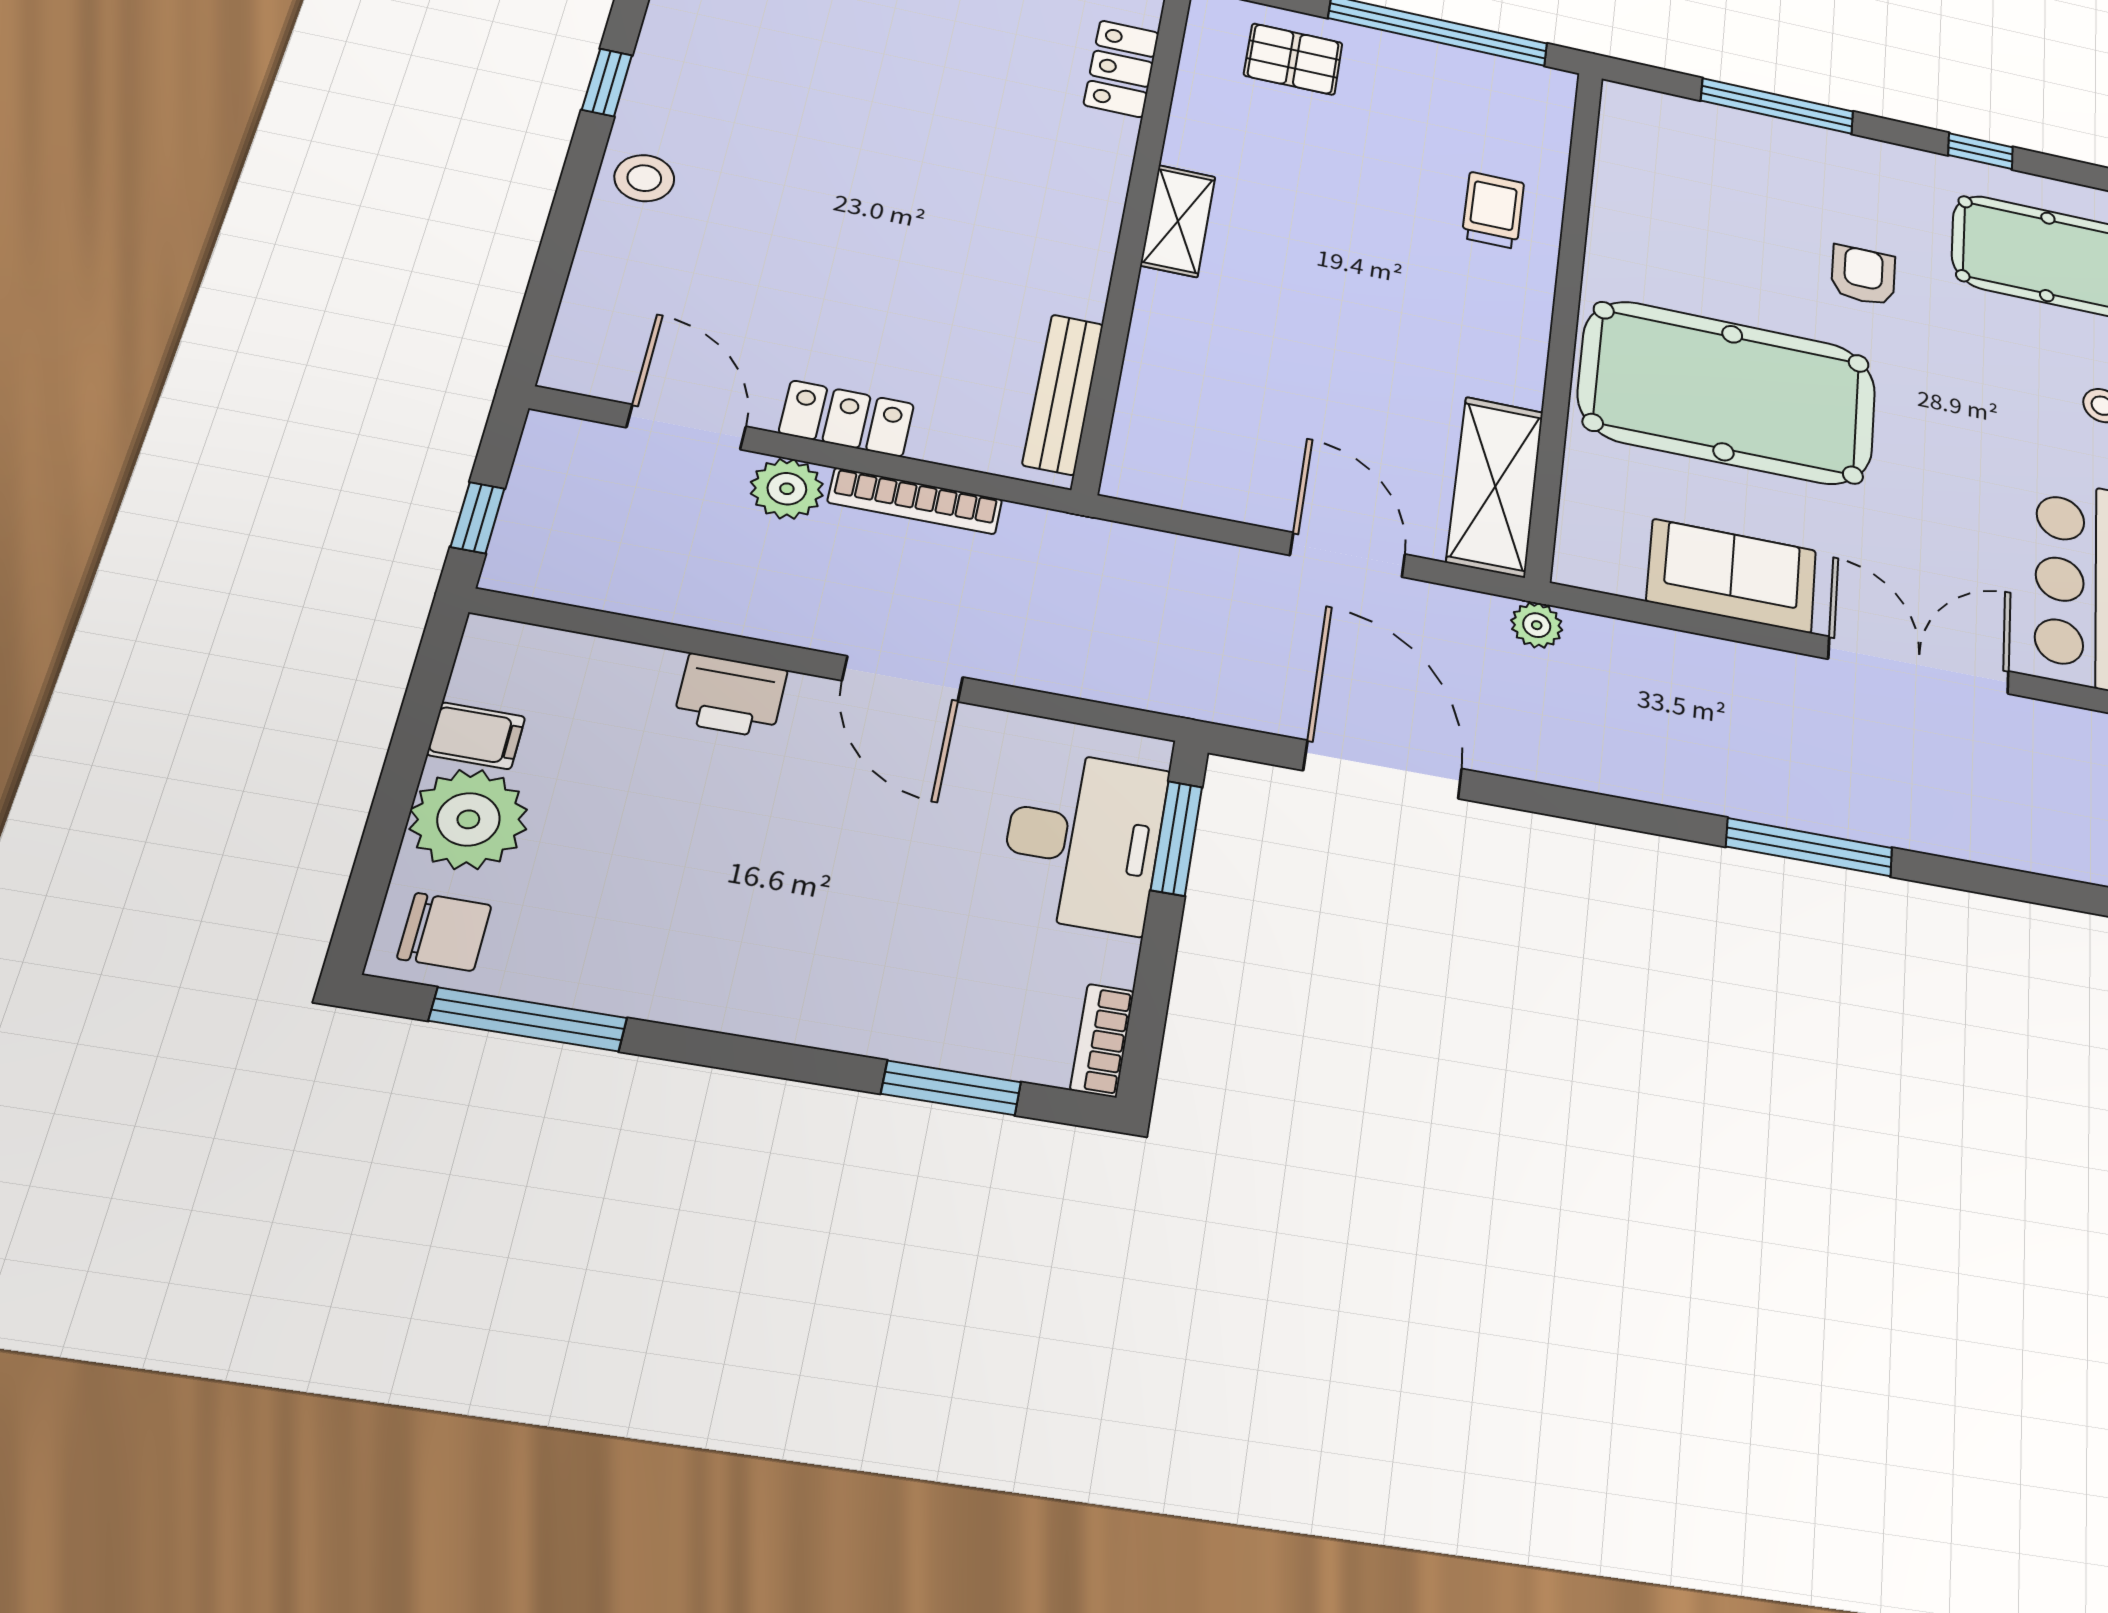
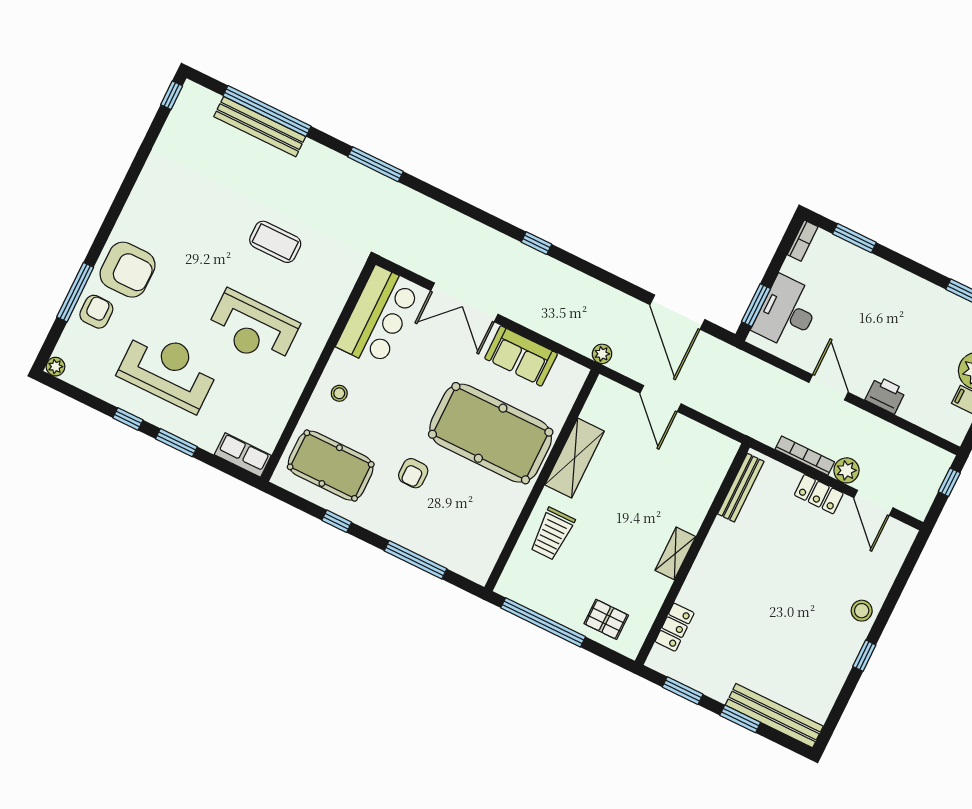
trolley: (1493, 210) -> (552, 534), width x1.36, depth x1.39
shelving: (1495, 486) -> (575, 458), moved
window: (1809, 847) -> (536, 243), width x0.46

